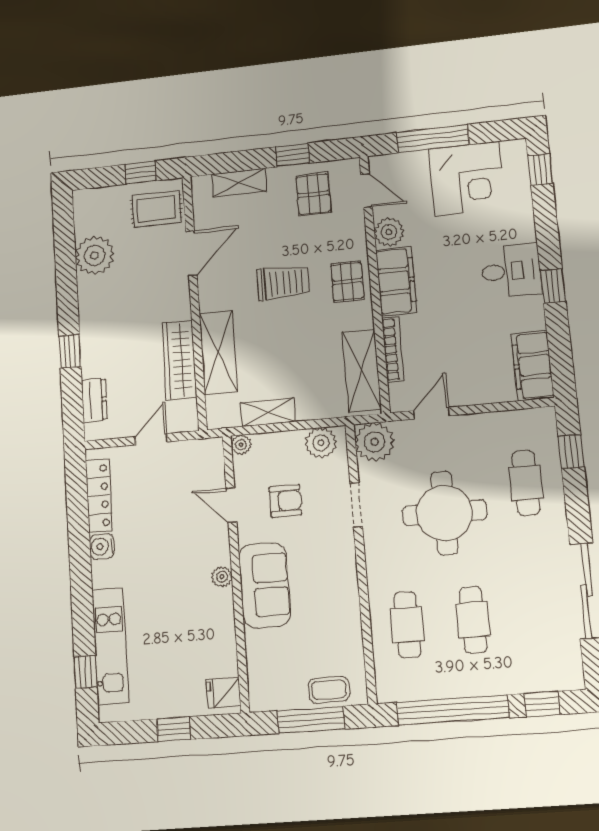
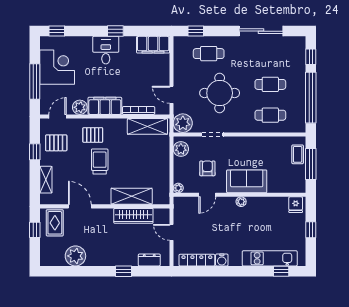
pallet: (347, 281) -> (93, 135), moved
shelving: (268, 412) -> (164, 174), removed

